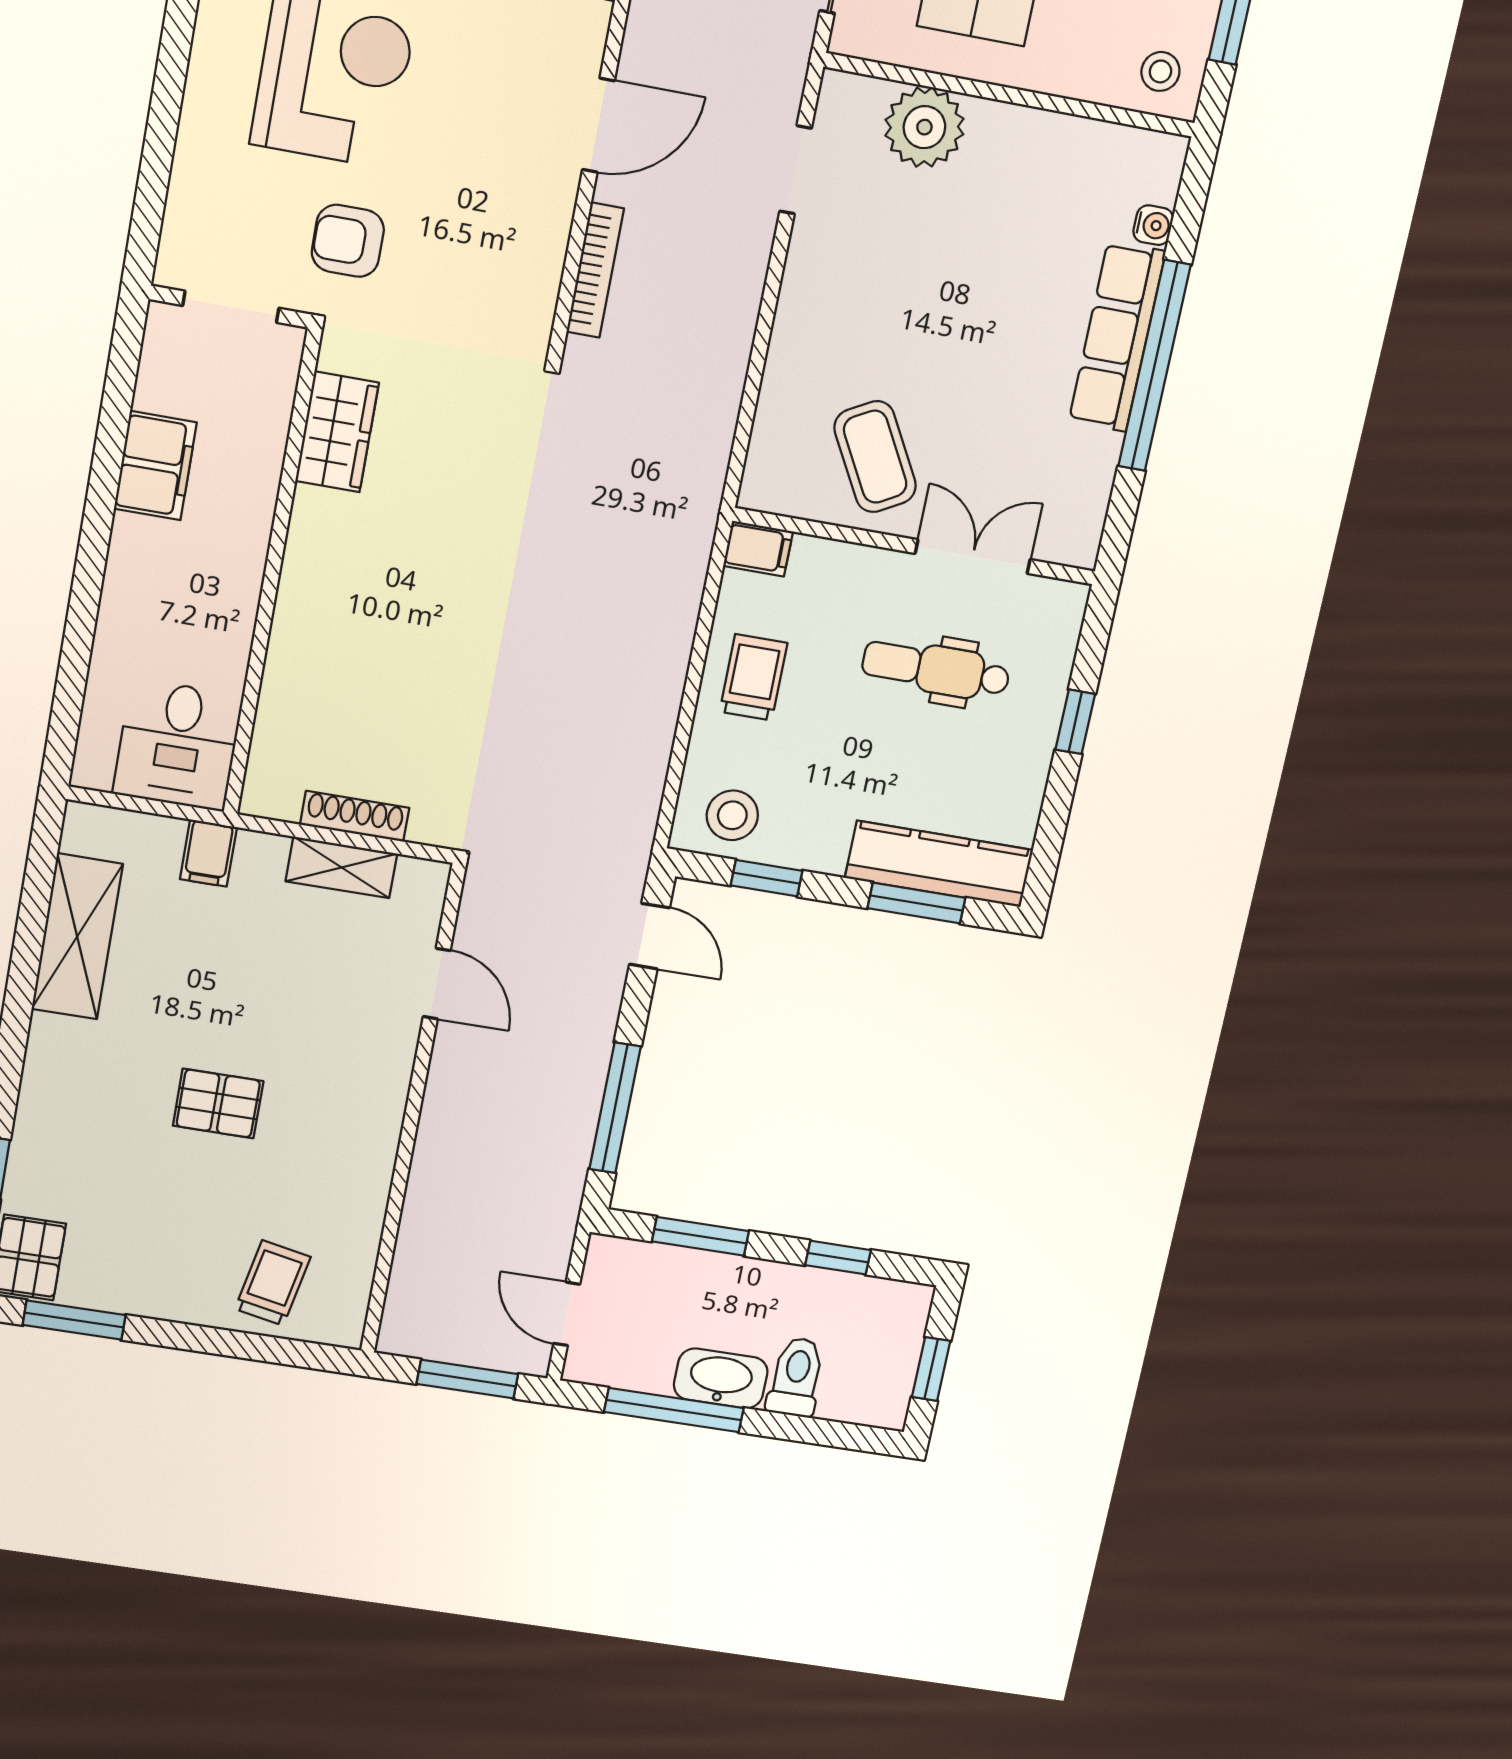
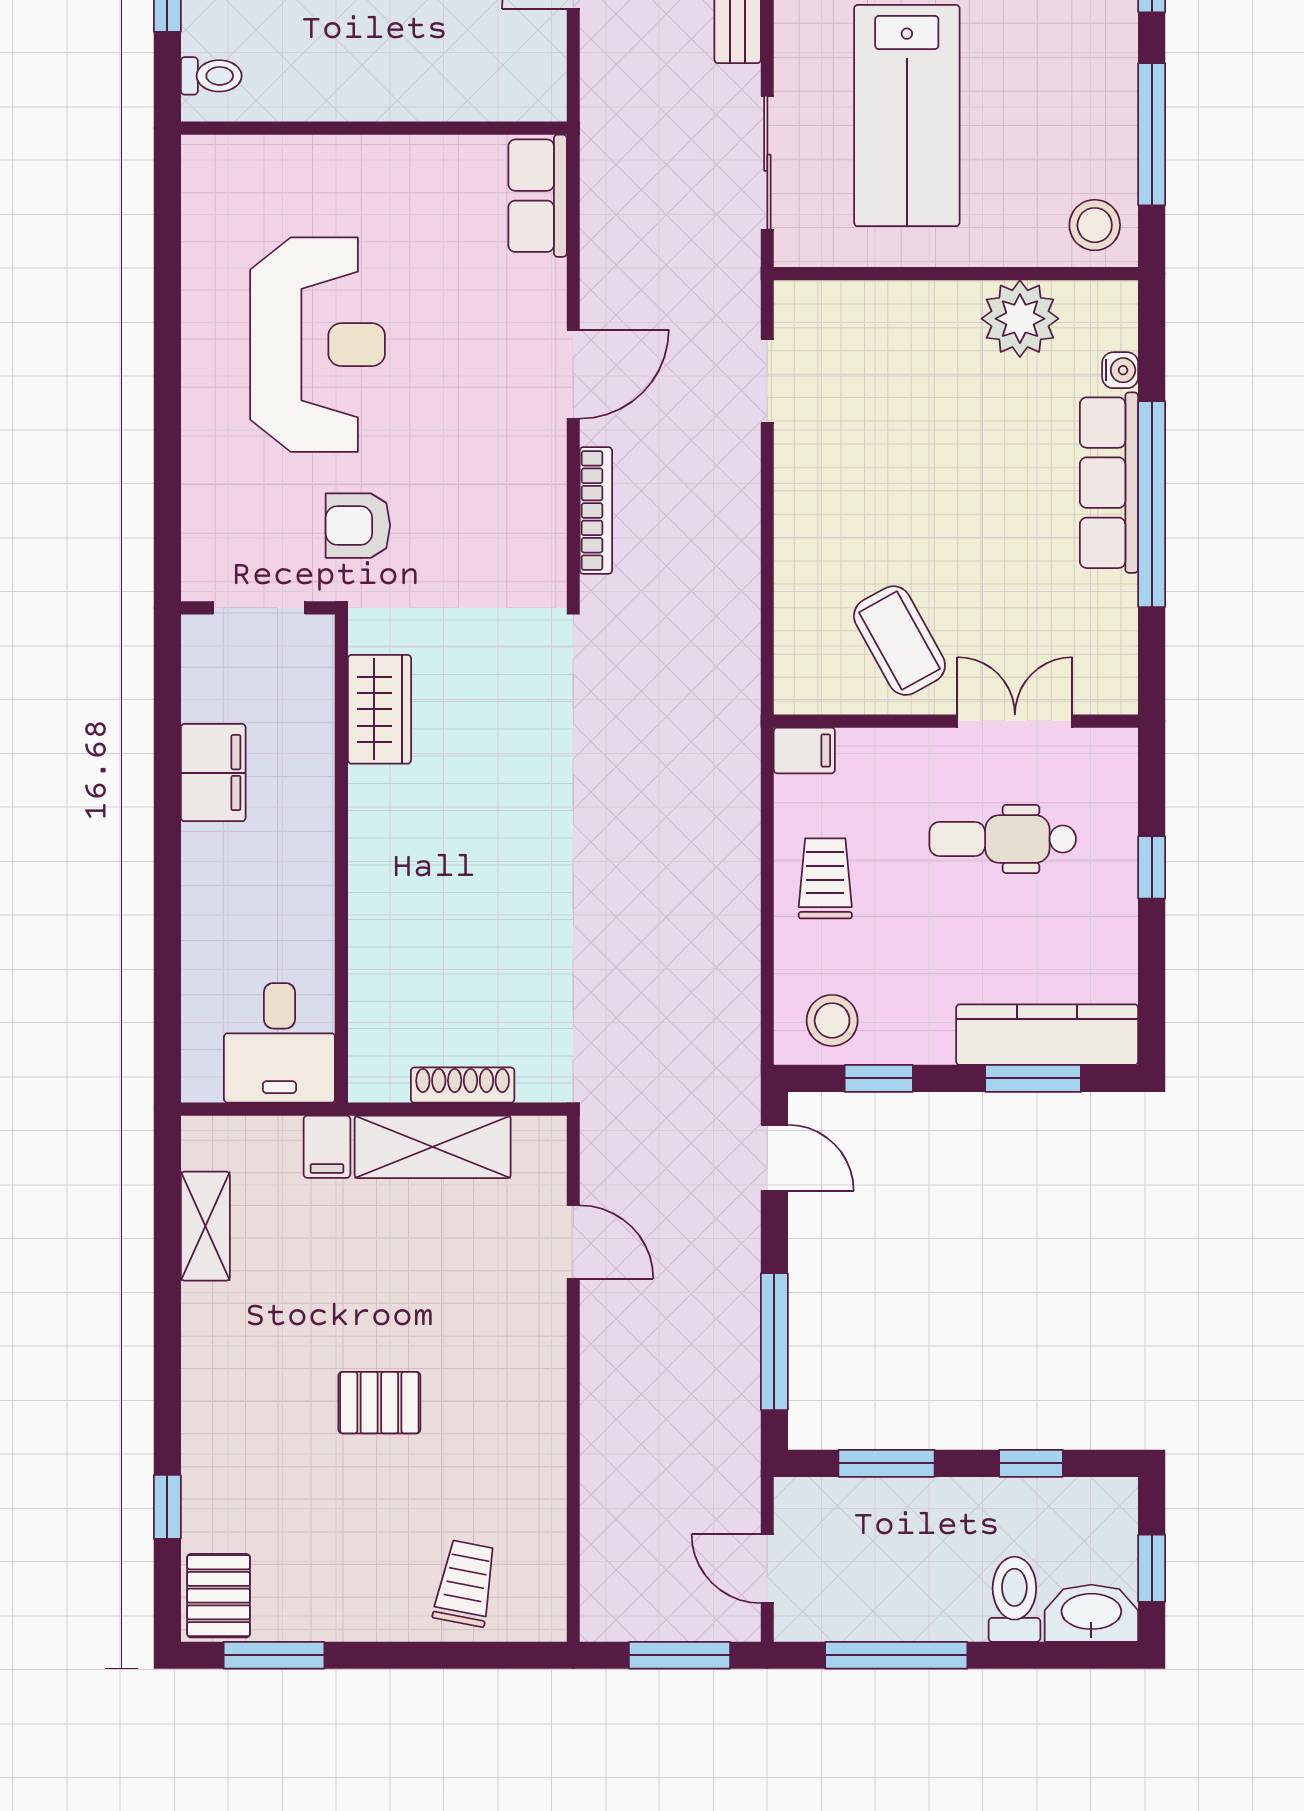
stool: (1160, 71) -> (1095, 225), width x1.37, depth x1.37
plant: (924, 127) -> (1020, 319), moved
shelving: (341, 867) -> (433, 1147), width x1.50, depth x1.33
shelving: (77, 937) -> (205, 1226), width x0.67, depth x0.75
washbasin: (721, 1378) -> (1091, 1613), moved

